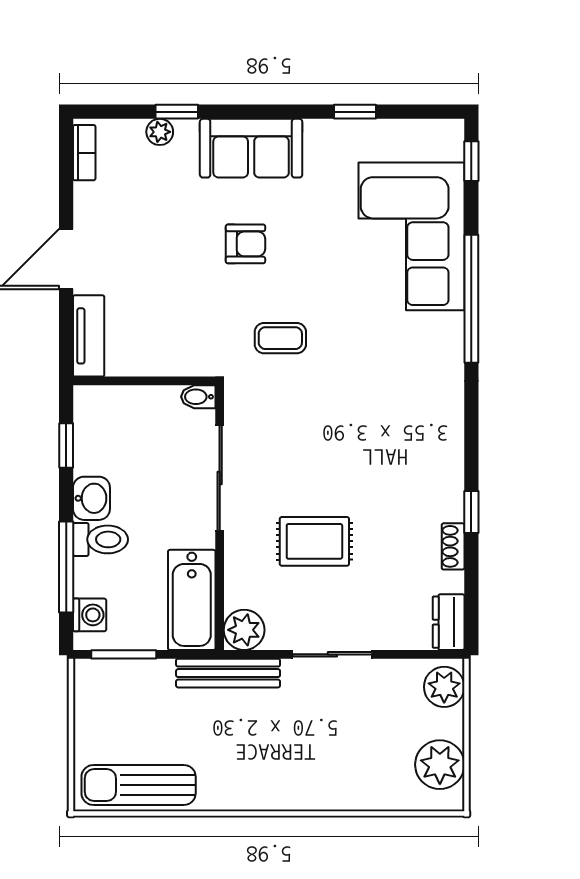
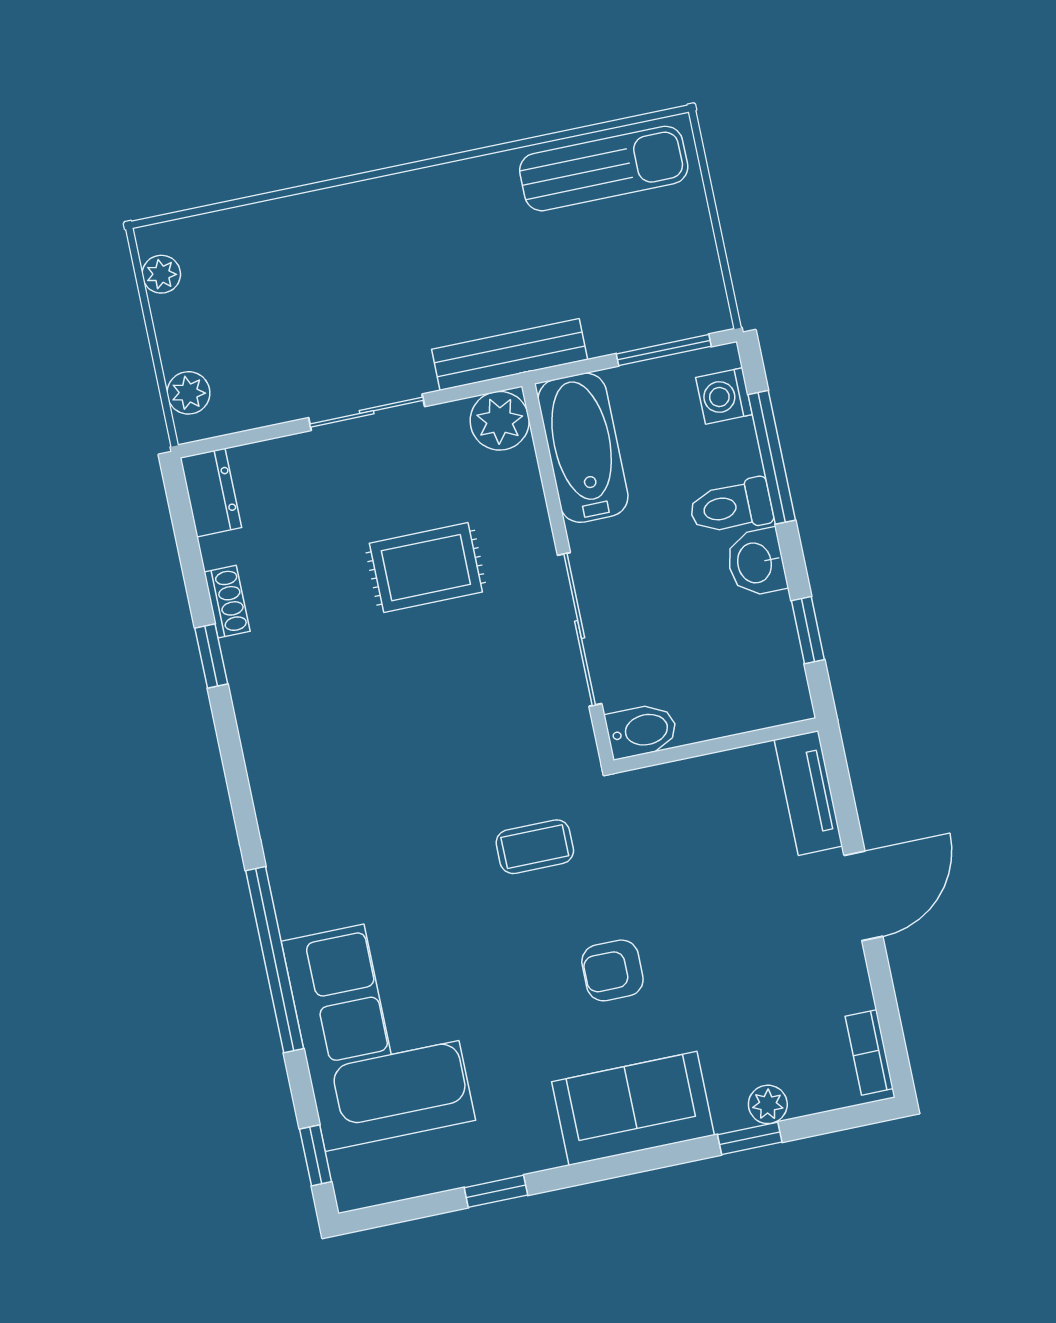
bidet: (198, 397) -> (642, 731), width x1.38, depth x1.36
plant: (444, 687) -> (188, 393), width x0.73, depth x0.73
plant: (440, 765) -> (161, 274), width x0.53, depth x0.53

